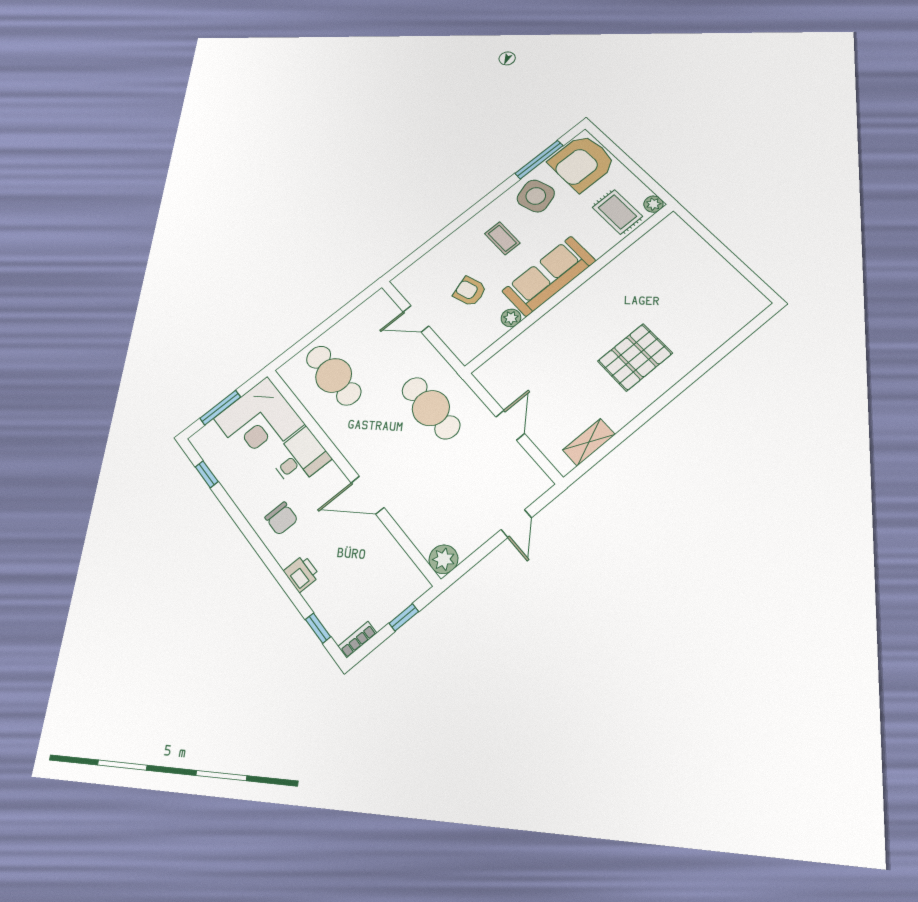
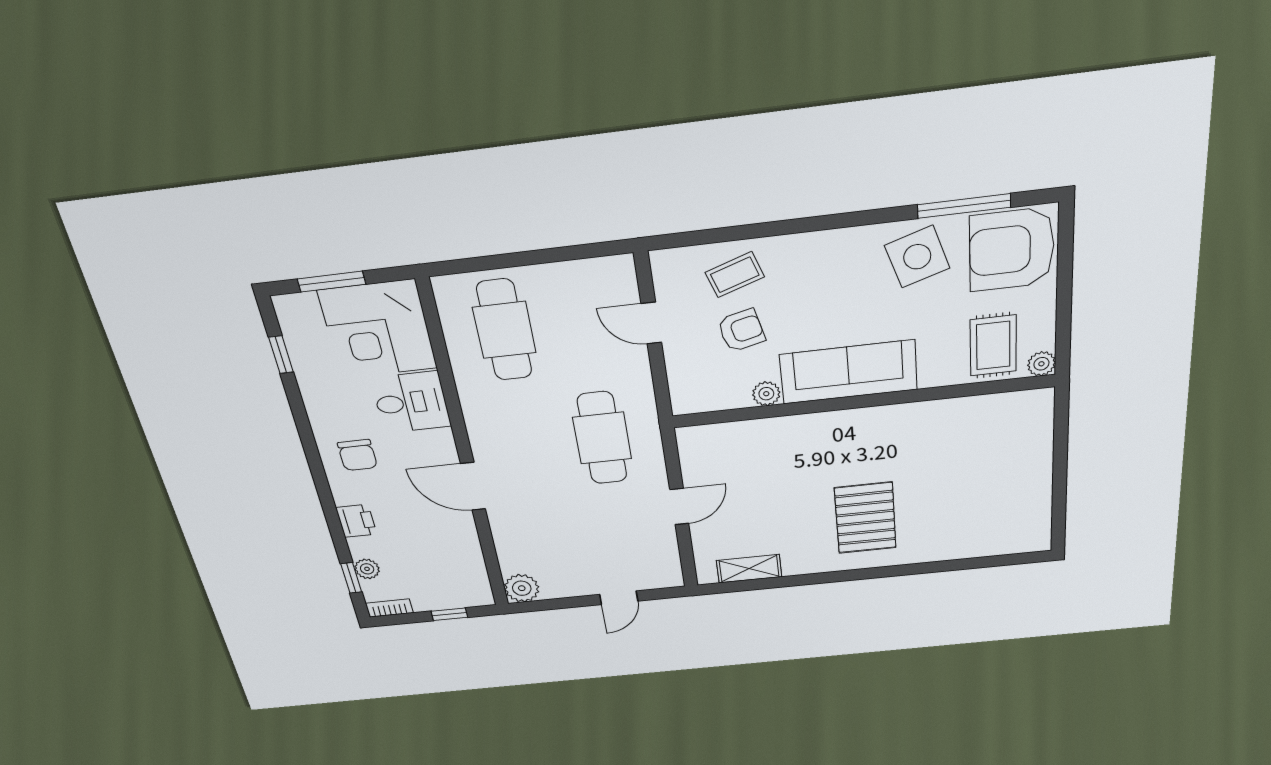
coffee table: (502, 238) -> (735, 275), moved, turned 71
armchair: (470, 291) -> (741, 330), turned 95
pallet: (635, 357) -> (865, 518), turned 90
plant: (326, 612) -> (367, 569), added

